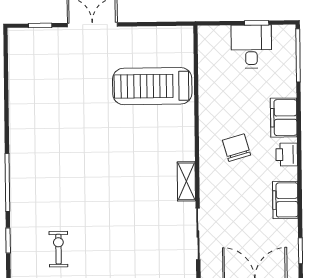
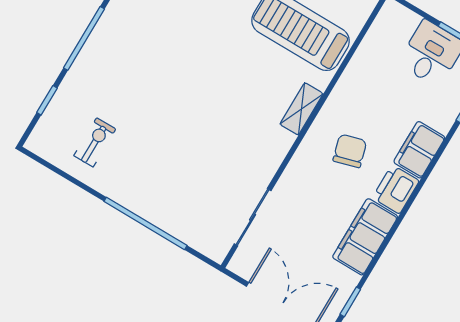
printer: (287, 155) -> (396, 189), width x1.36, depth x1.24
shelving: (186, 181) -> (302, 109), moved
filing cabinet: (285, 200) -> (365, 237), width x1.50, depth x1.17

